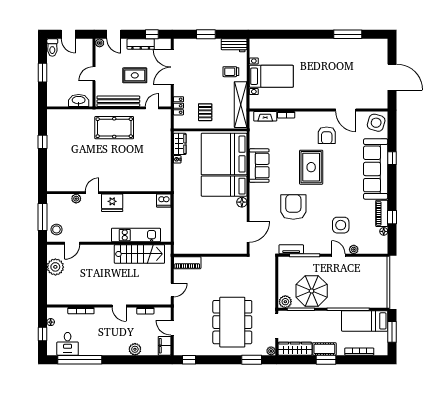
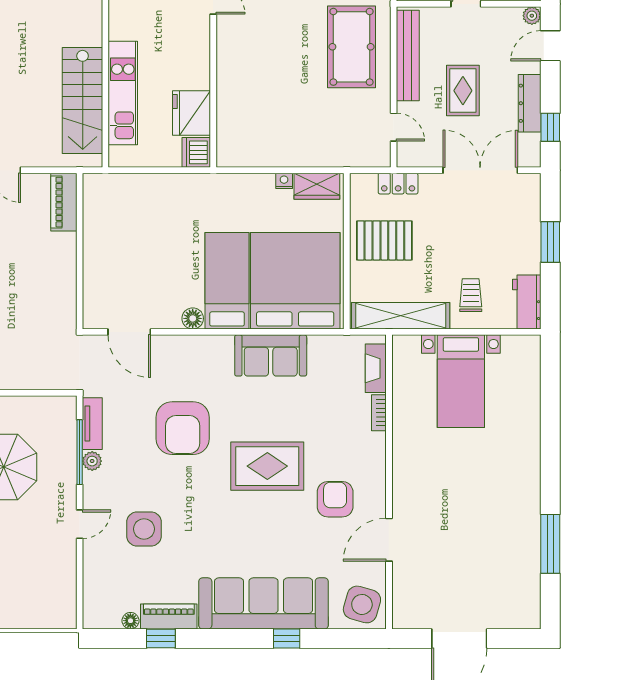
pallet: (205, 112) -> (384, 240), width x1.50, depth x1.42
armchair: (327, 135) -> (335, 499), turned 90
fridge: (112, 203) -> (191, 113), moved
armchair: (293, 207) -> (183, 428), turned 90
plant: (354, 249) -> (92, 461), moved

